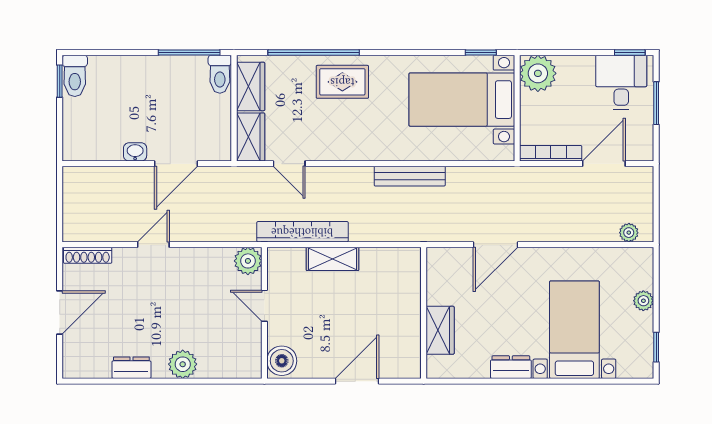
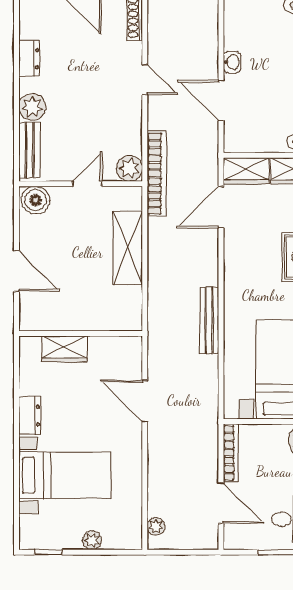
door: (289, 164) -> (221, 207), width x1.38
bookcase: (302, 232) -> (157, 174), moved
shelving: (332, 259) -> (128, 248), width x1.50, depth x1.33
bench: (229, 367) -> (29, 150), added

